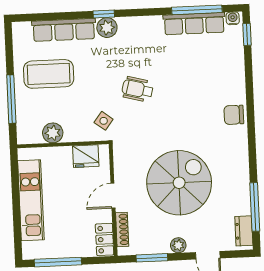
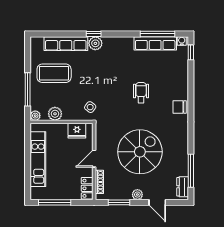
wheelchair: (138, 89) -> (141, 93), moved, turned 75
plant: (24, 137) -> (35, 116), added

